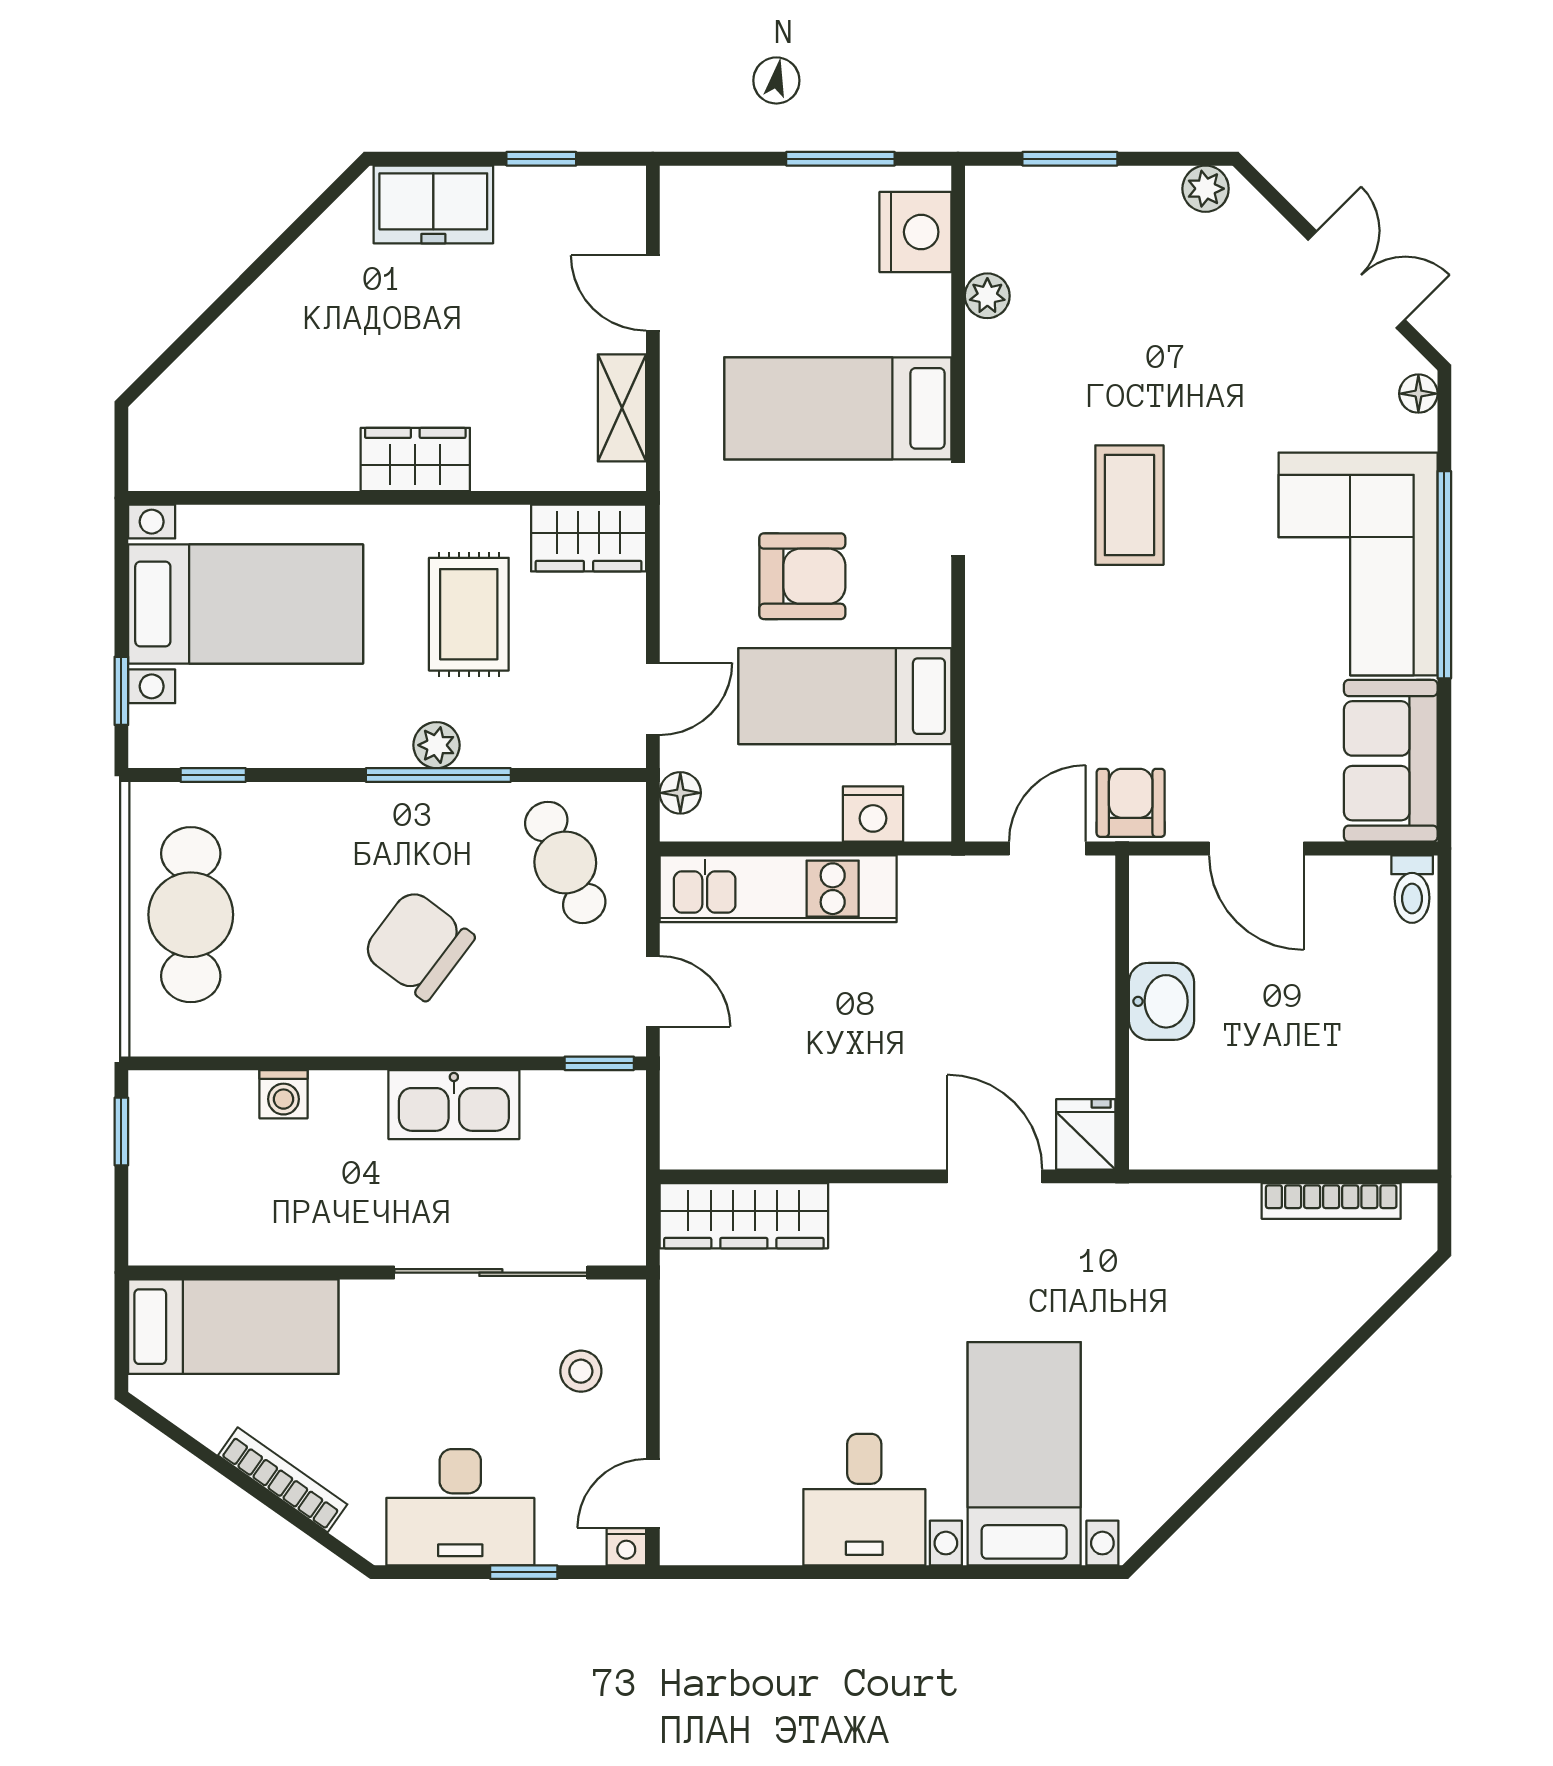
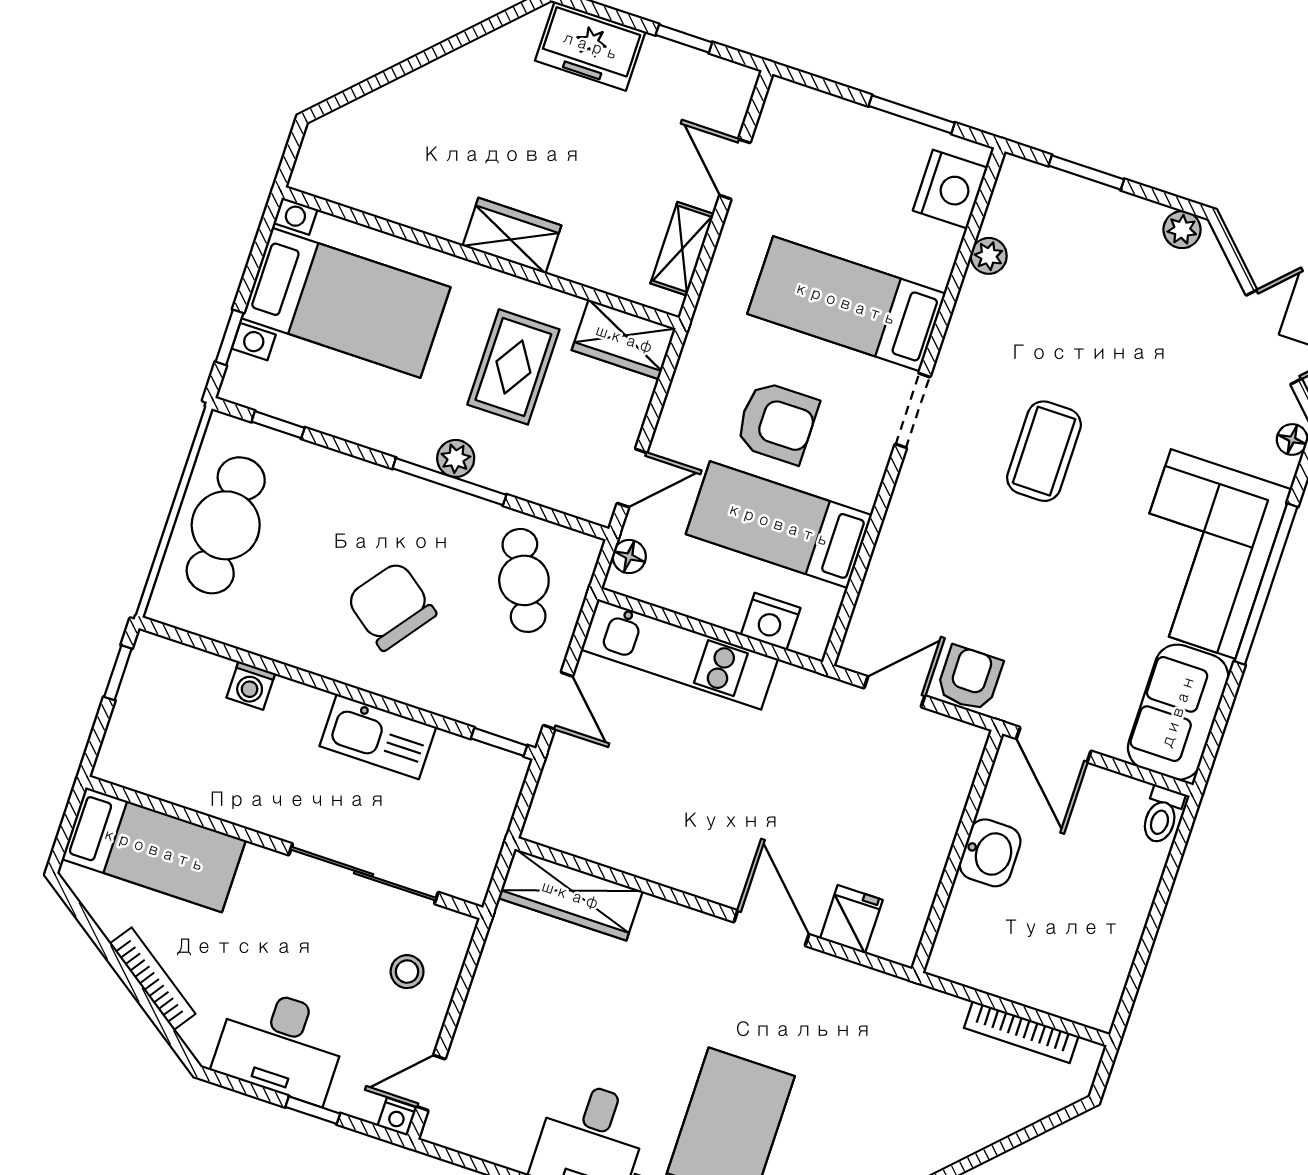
washbasin: (1161, 1001) -> (990, 853), moved
wall: (1122, 1012) -> (957, 851), moved

